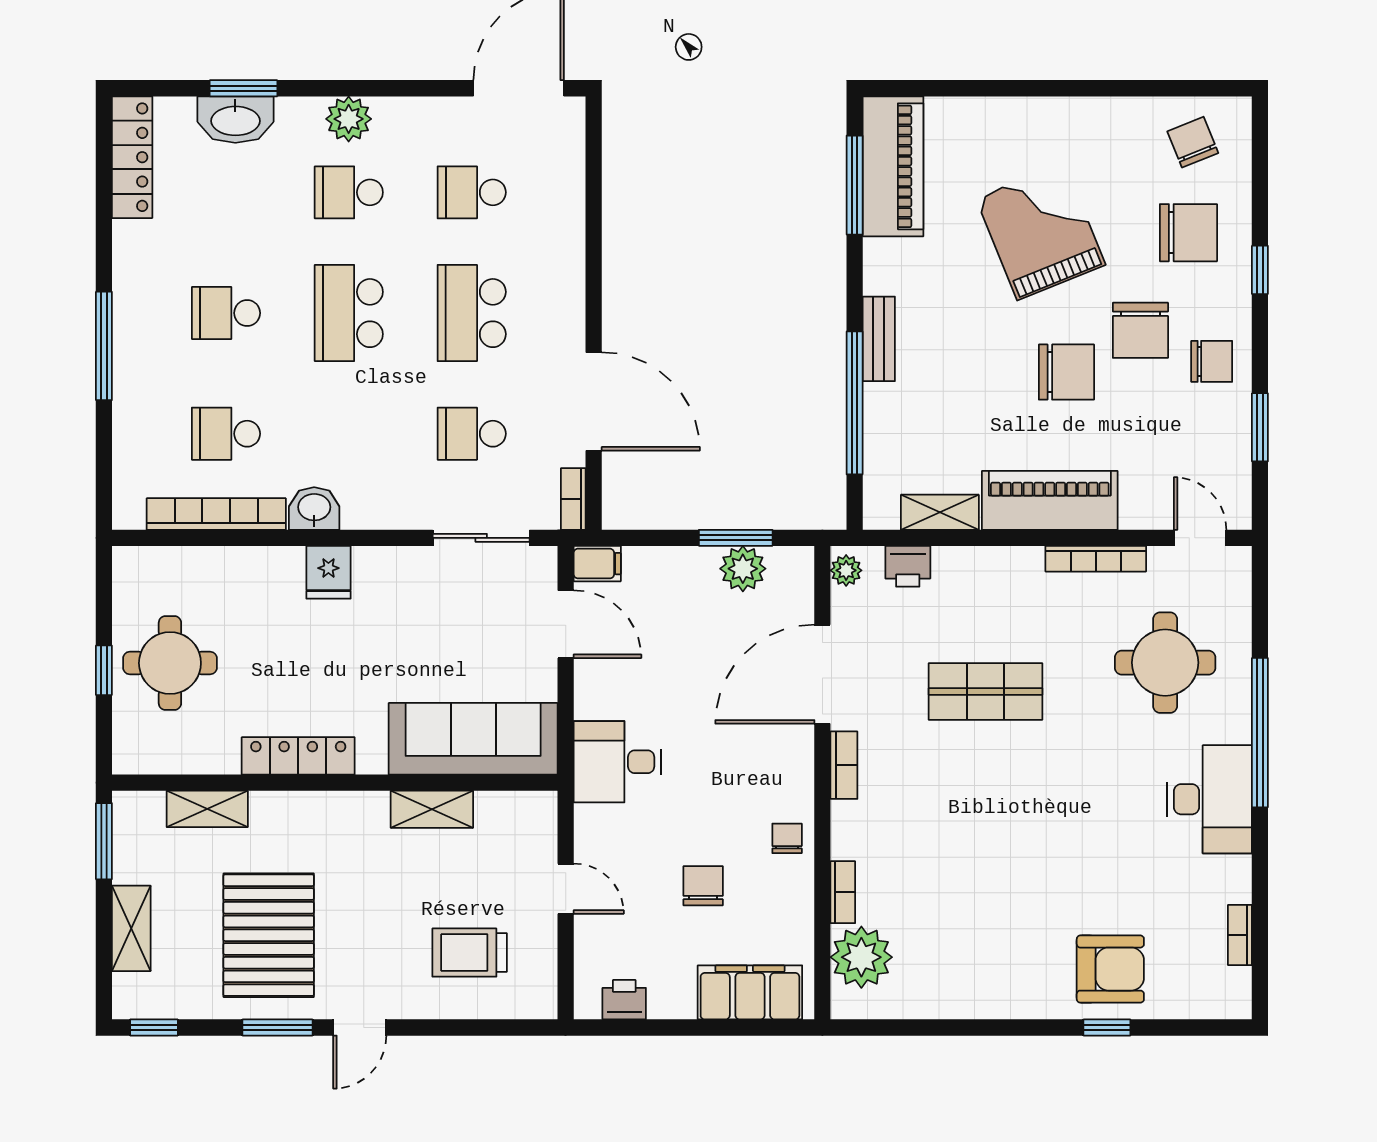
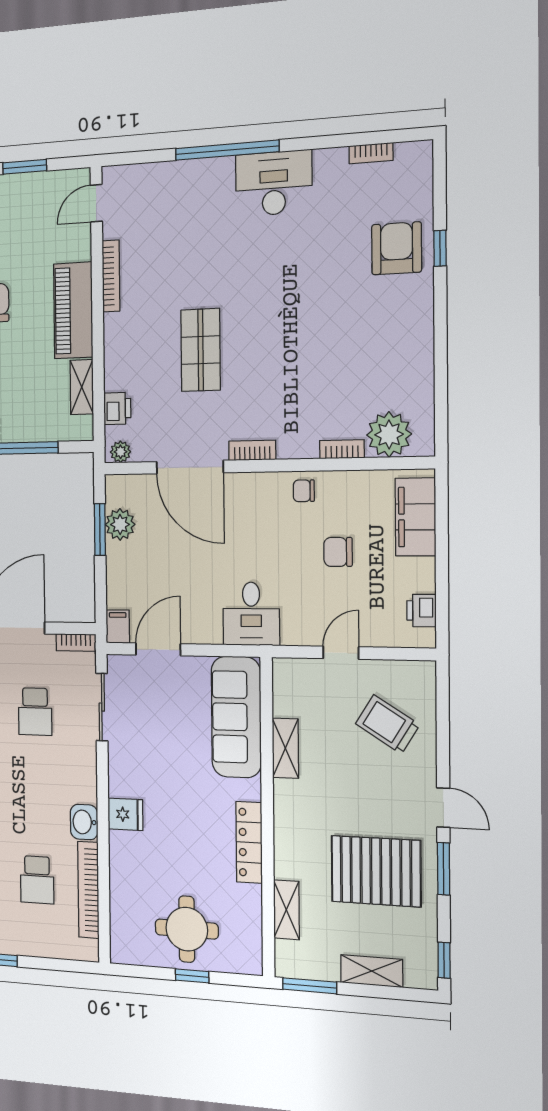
round table: (1165, 663) -> (180, 222), removed
trolley: (470, 953) -> (387, 724), turned 122

